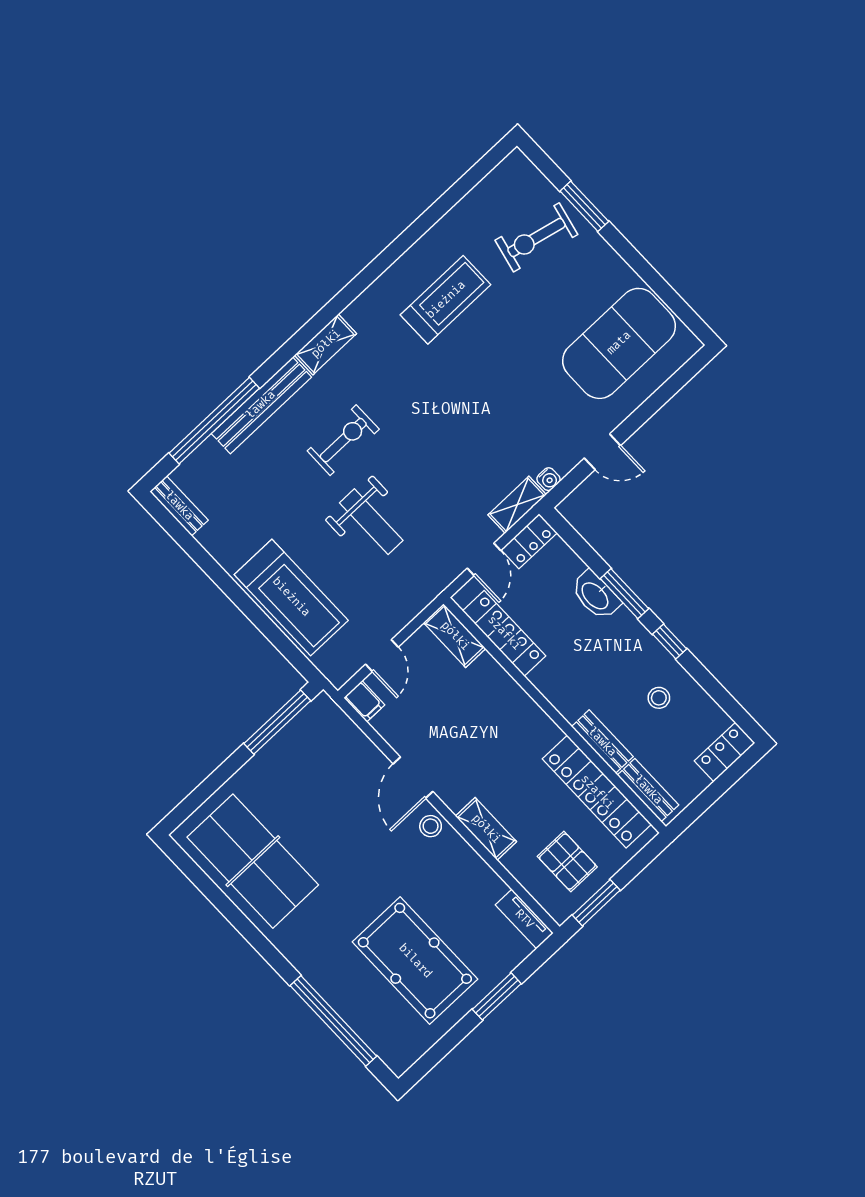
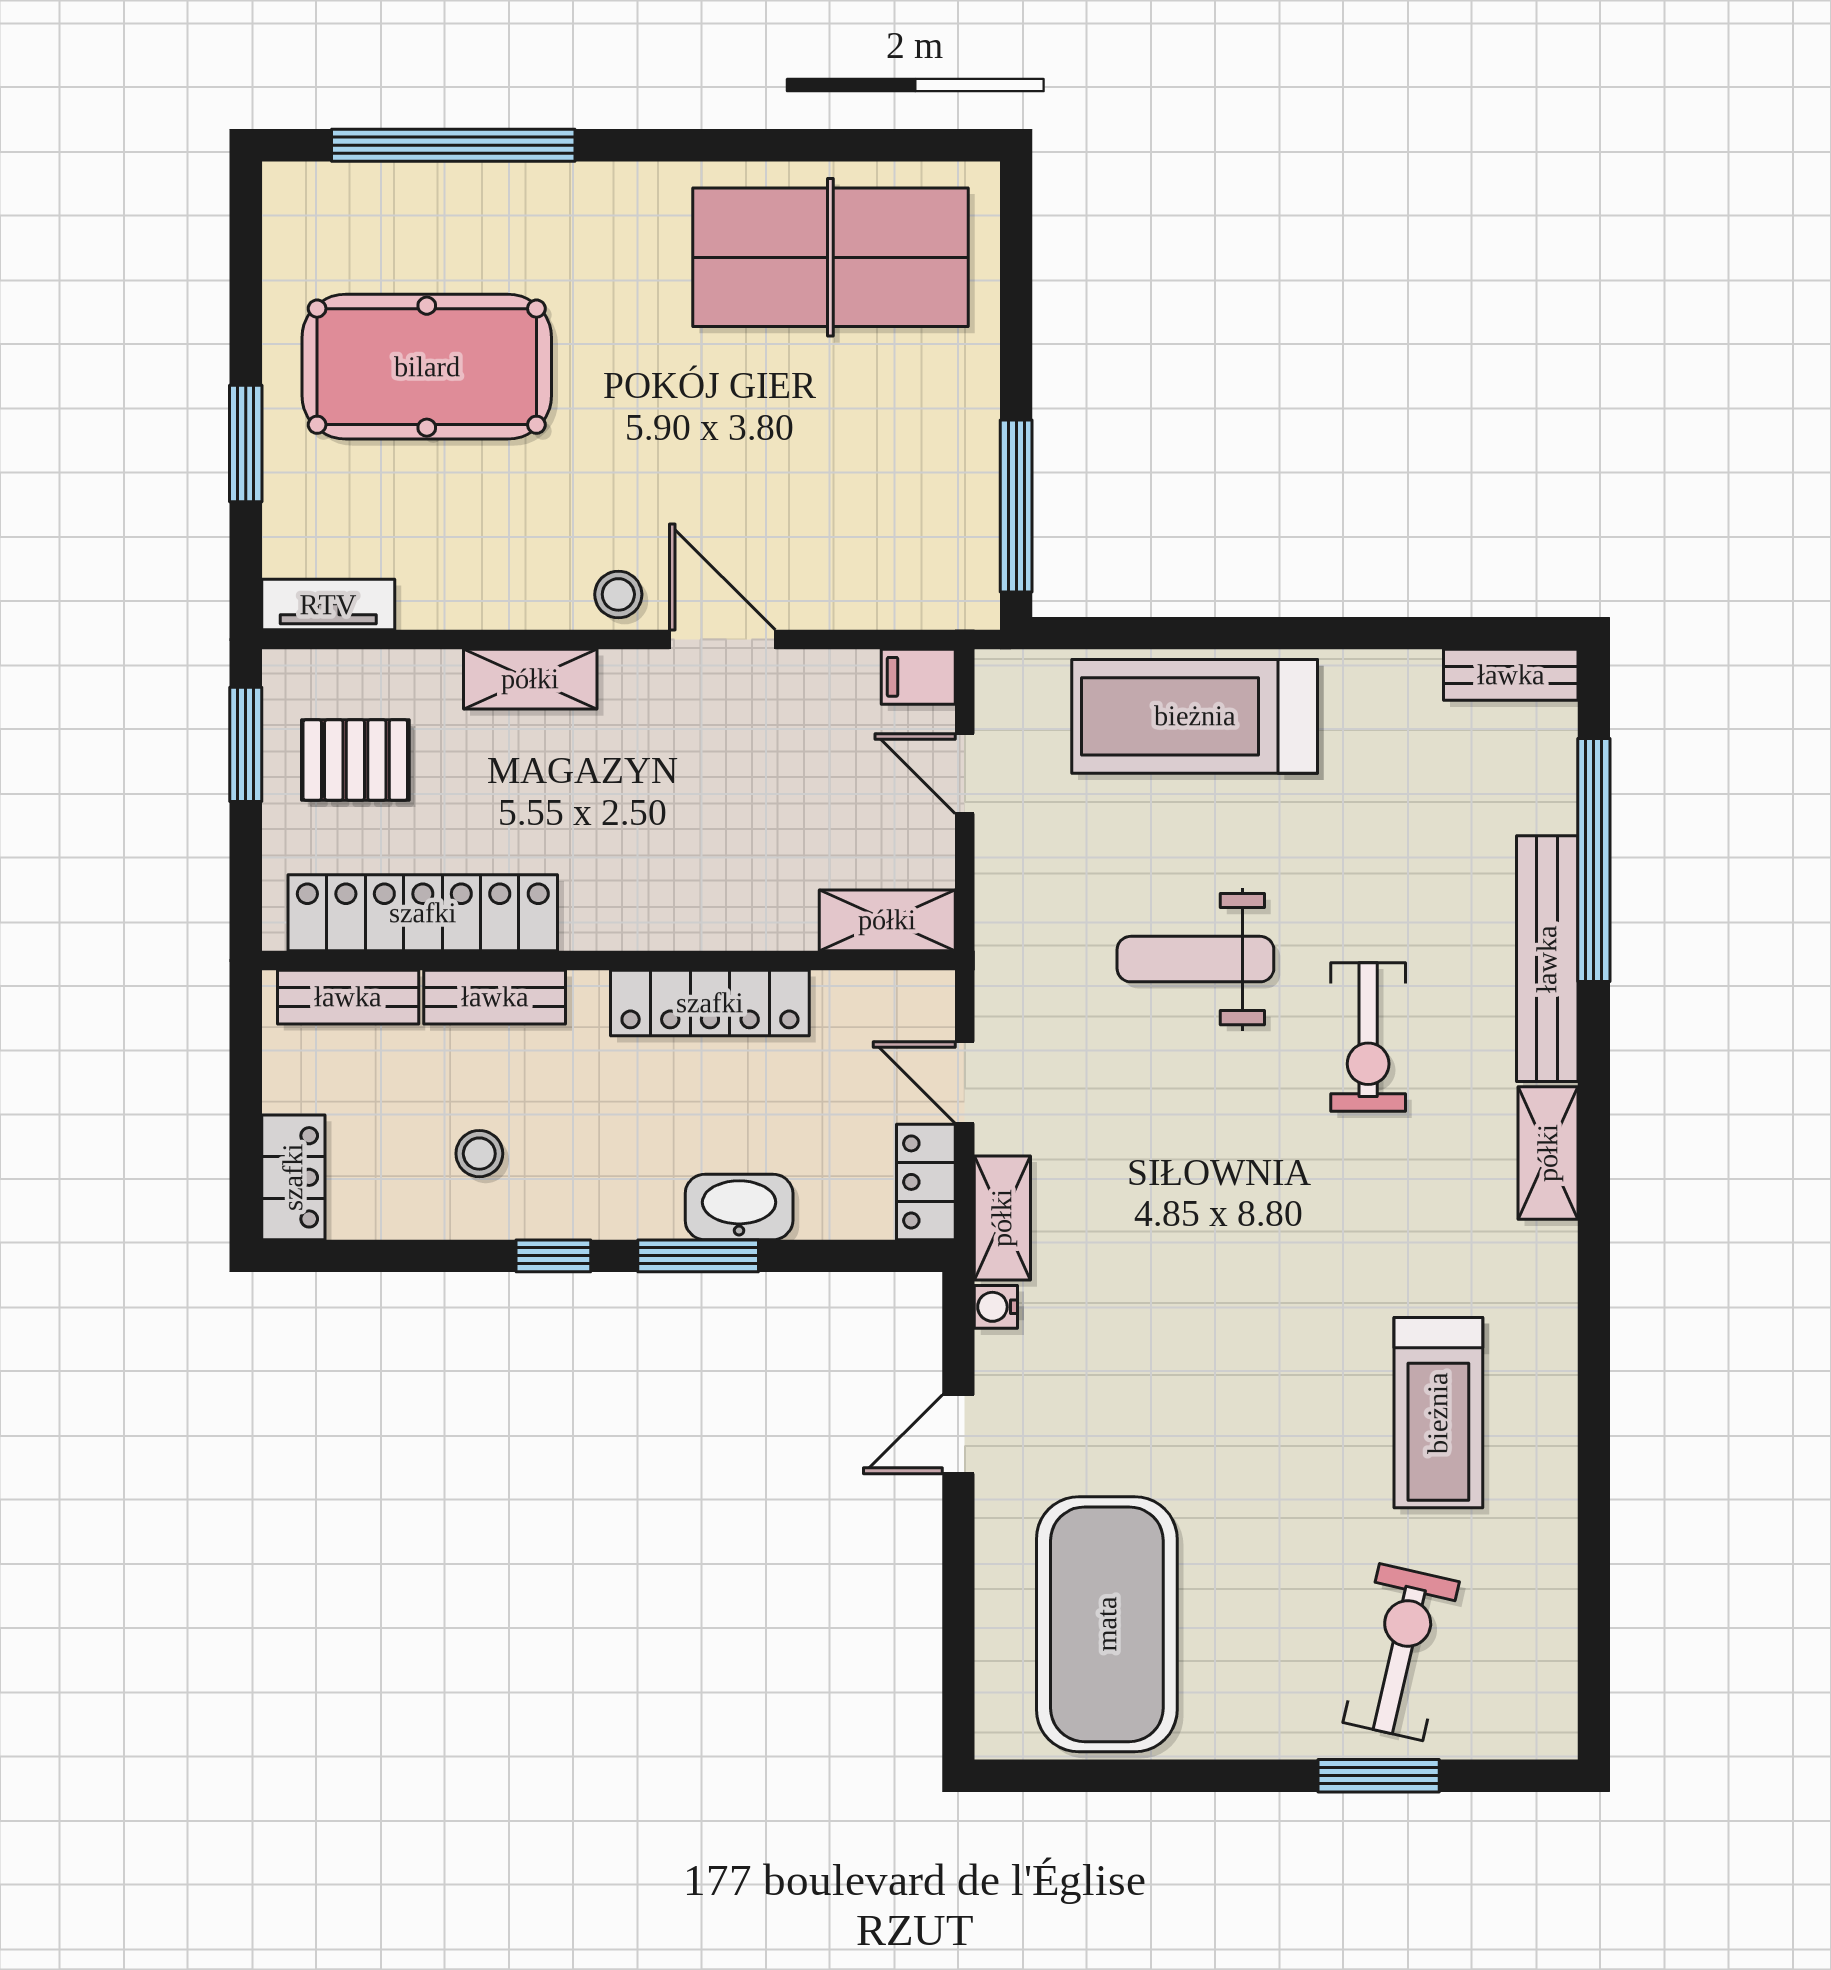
locker: (504, 633) -> (710, 1003), moved

